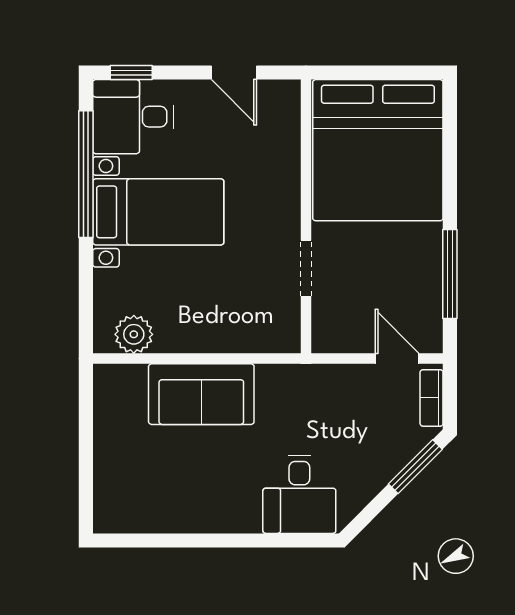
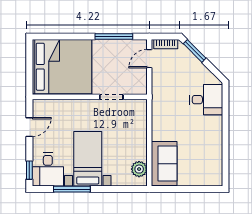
window: (86, 174) -> (72, 189), width x0.68
sofa: (201, 394) -> (164, 164), moved

